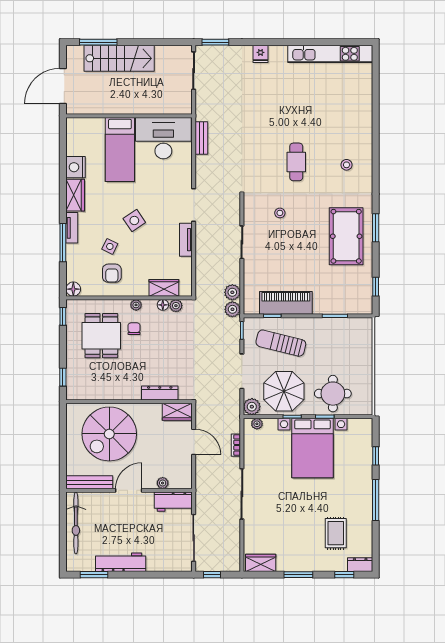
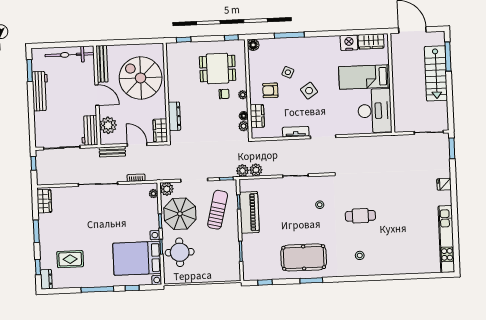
bench: (201, 138) -> (112, 152), moved
wardrobe: (75, 195) -> (371, 41), moved
tv unit: (72, 228) -> (301, 42), removed
armchair: (112, 273) -> (270, 90), moved
door: (194, 442) -> (137, 145), swing flipped
bed with nightstands: (313, 448) -> (137, 258), moved
plant: (163, 483) -> (108, 125), width x1.87, depth x1.87

